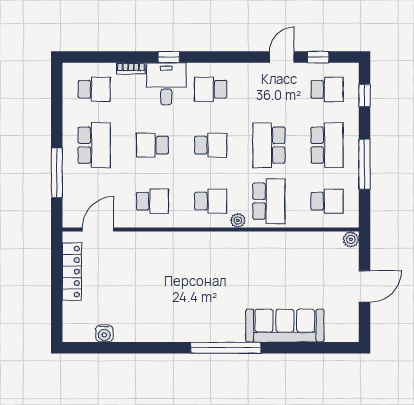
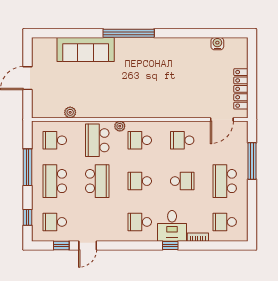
school desk: (211, 89) -> (140, 222), turned 180
plant: (351, 239) -> (70, 112), moved

